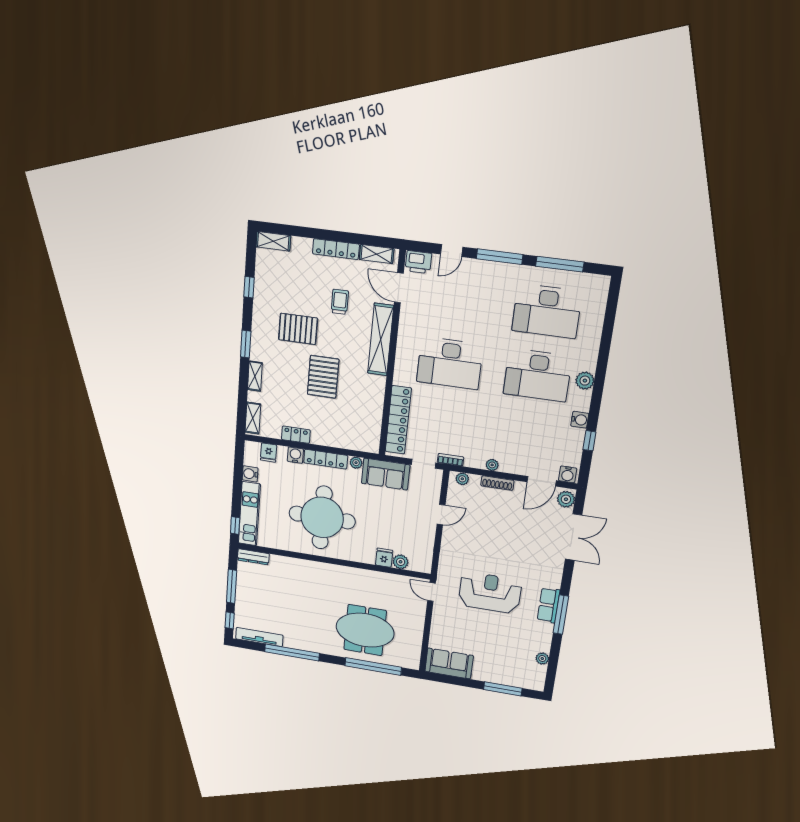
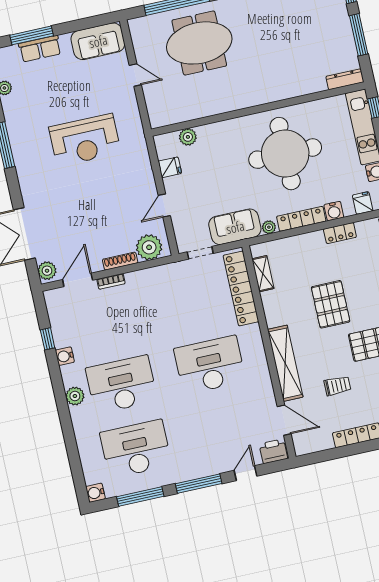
shelving: (377, 254) -> (263, 274), moved, turned 90
trolley: (340, 302) -> (337, 386), turned -90
bookcase: (450, 460) -> (111, 281), moved
plant: (492, 465) -> (132, 278), removed
water cooler: (568, 474) -> (95, 493), moved, turned -90
plant: (462, 479) -> (149, 247), width x1.87, depth x1.87
fridge: (384, 558) -> (170, 167), moved, turned -90
door: (432, 592) -> (135, 75), moved
row of seats: (549, 605) -> (40, 49), moved, turned 90

